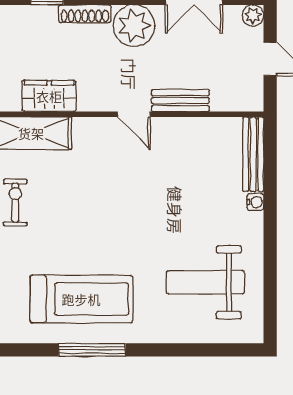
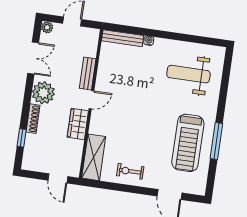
wardrobe: (49, 96) -> (78, 124), moved
weight bench: (205, 282) -> (188, 74), turned 90
treadmill: (81, 299) -> (188, 143), turned 180

